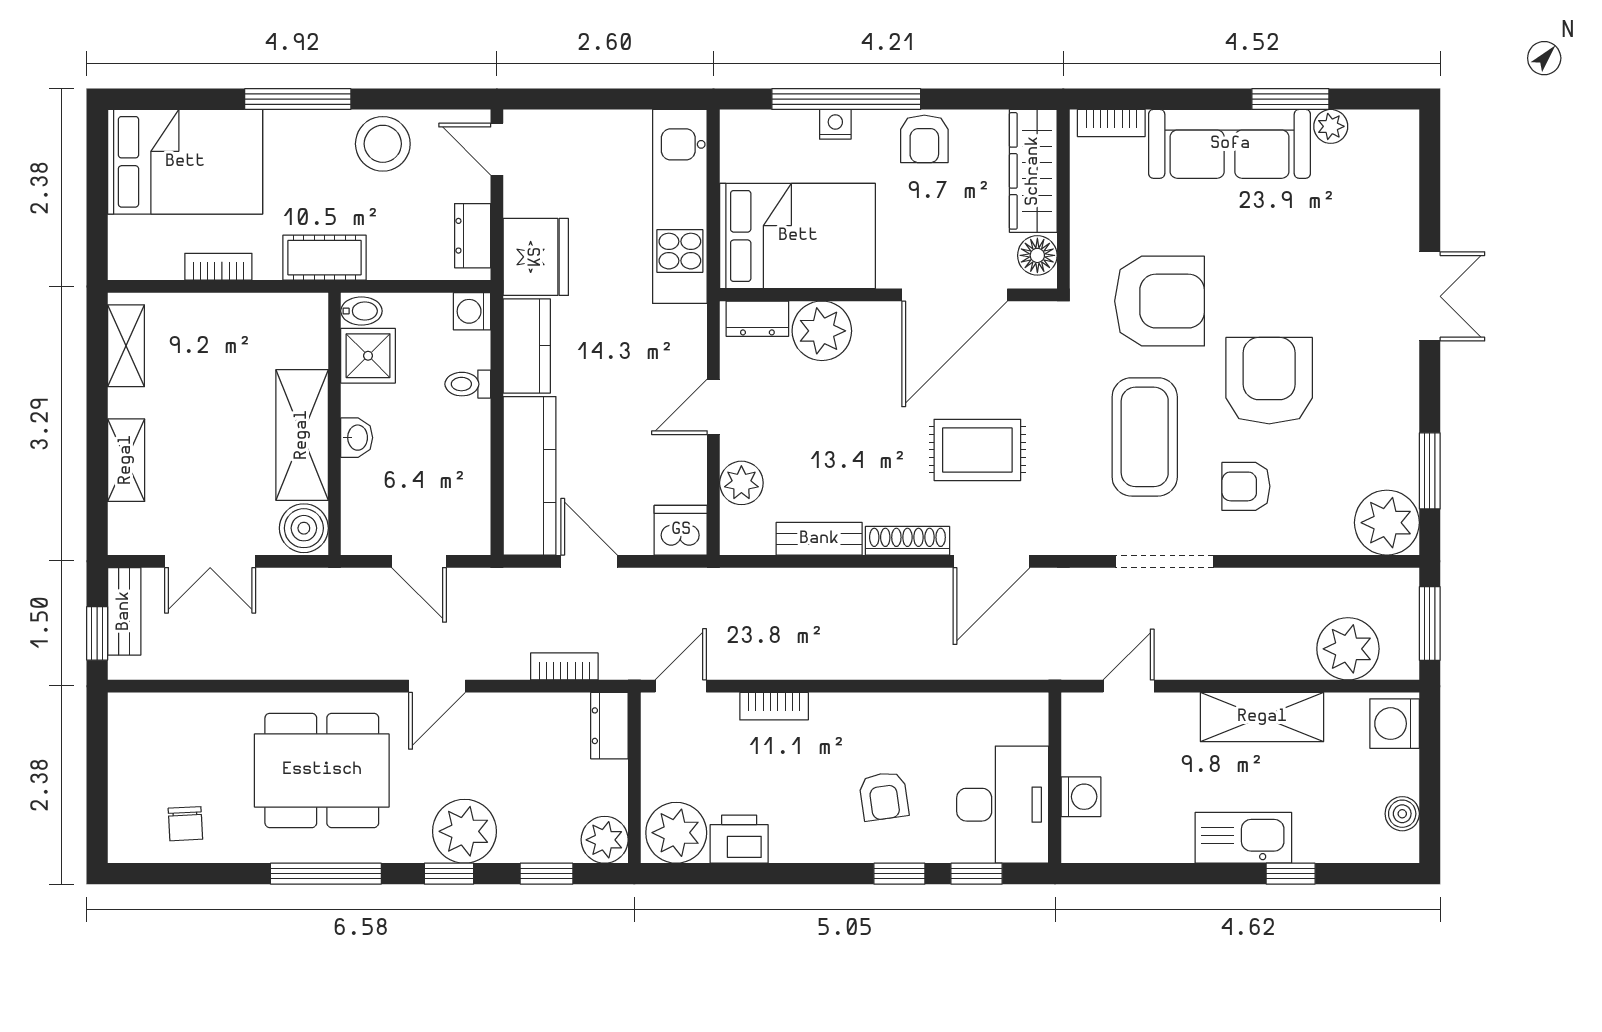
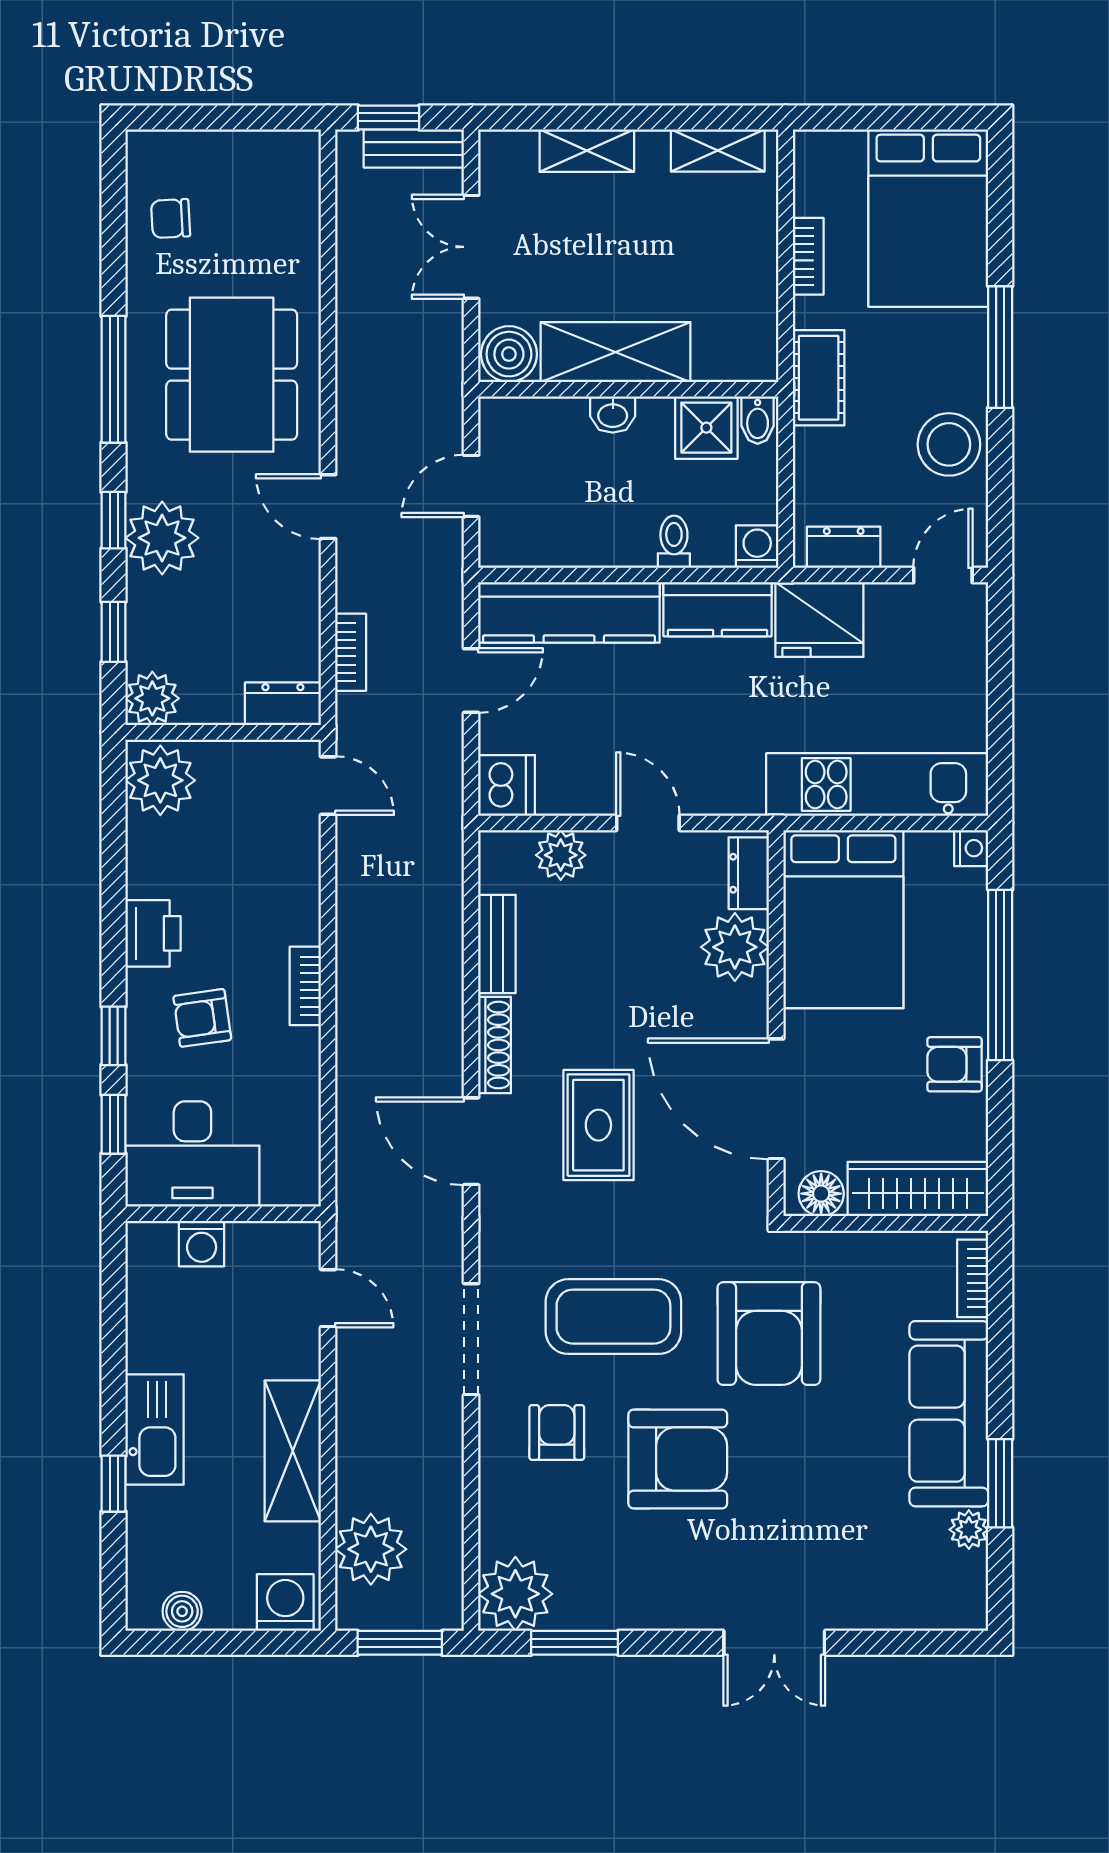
nightstand: (835, 124) -> (971, 848), moved
bookcase: (774, 706) -> (305, 986), moved
printer: (739, 839) -> (153, 933), moved

